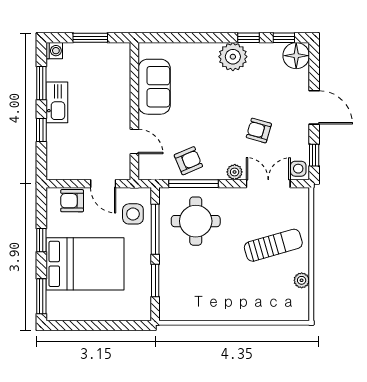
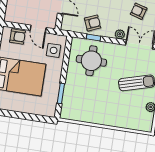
window: (193, 184) -> (94, 37), width x0.46
armchair: (72, 201) -> (18, 36), turned 180
window: (155, 229) -> (66, 62), removed

